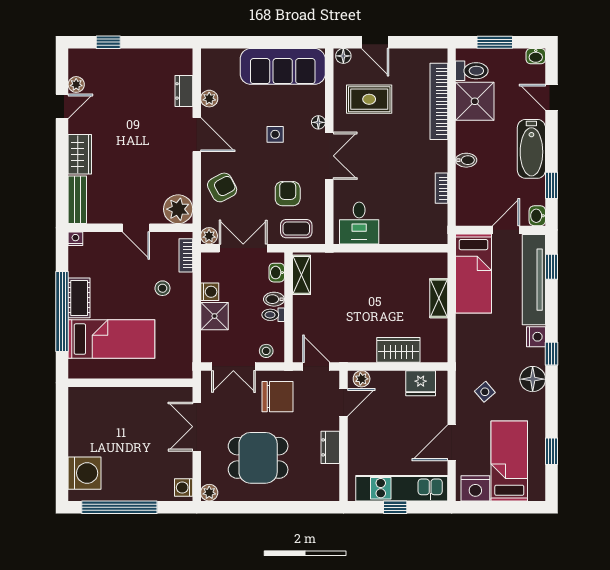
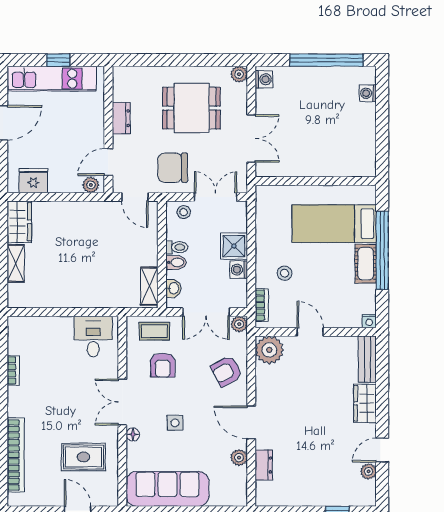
floor lamp: (343, 56) -> (109, 499), removed
wardrobe: (398, 350) -> (19, 222), moved, turned -90
washing machine: (85, 473) -> (368, 93), width x0.53, depth x0.53

